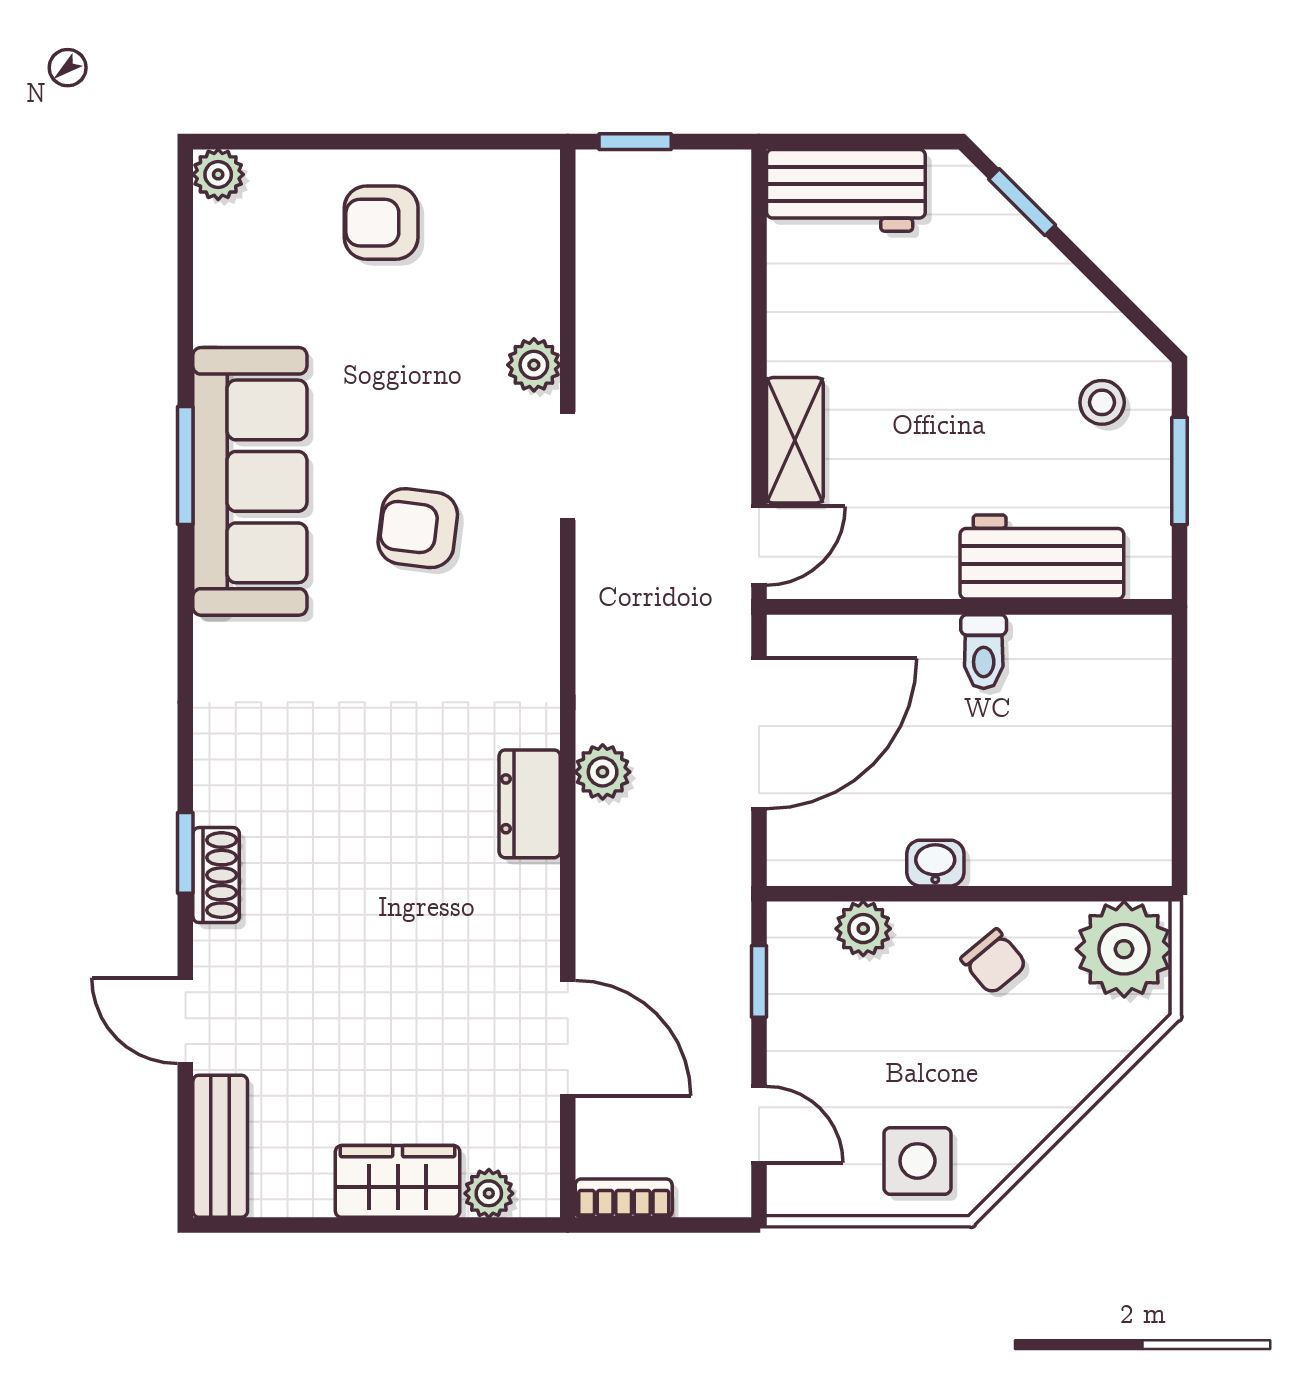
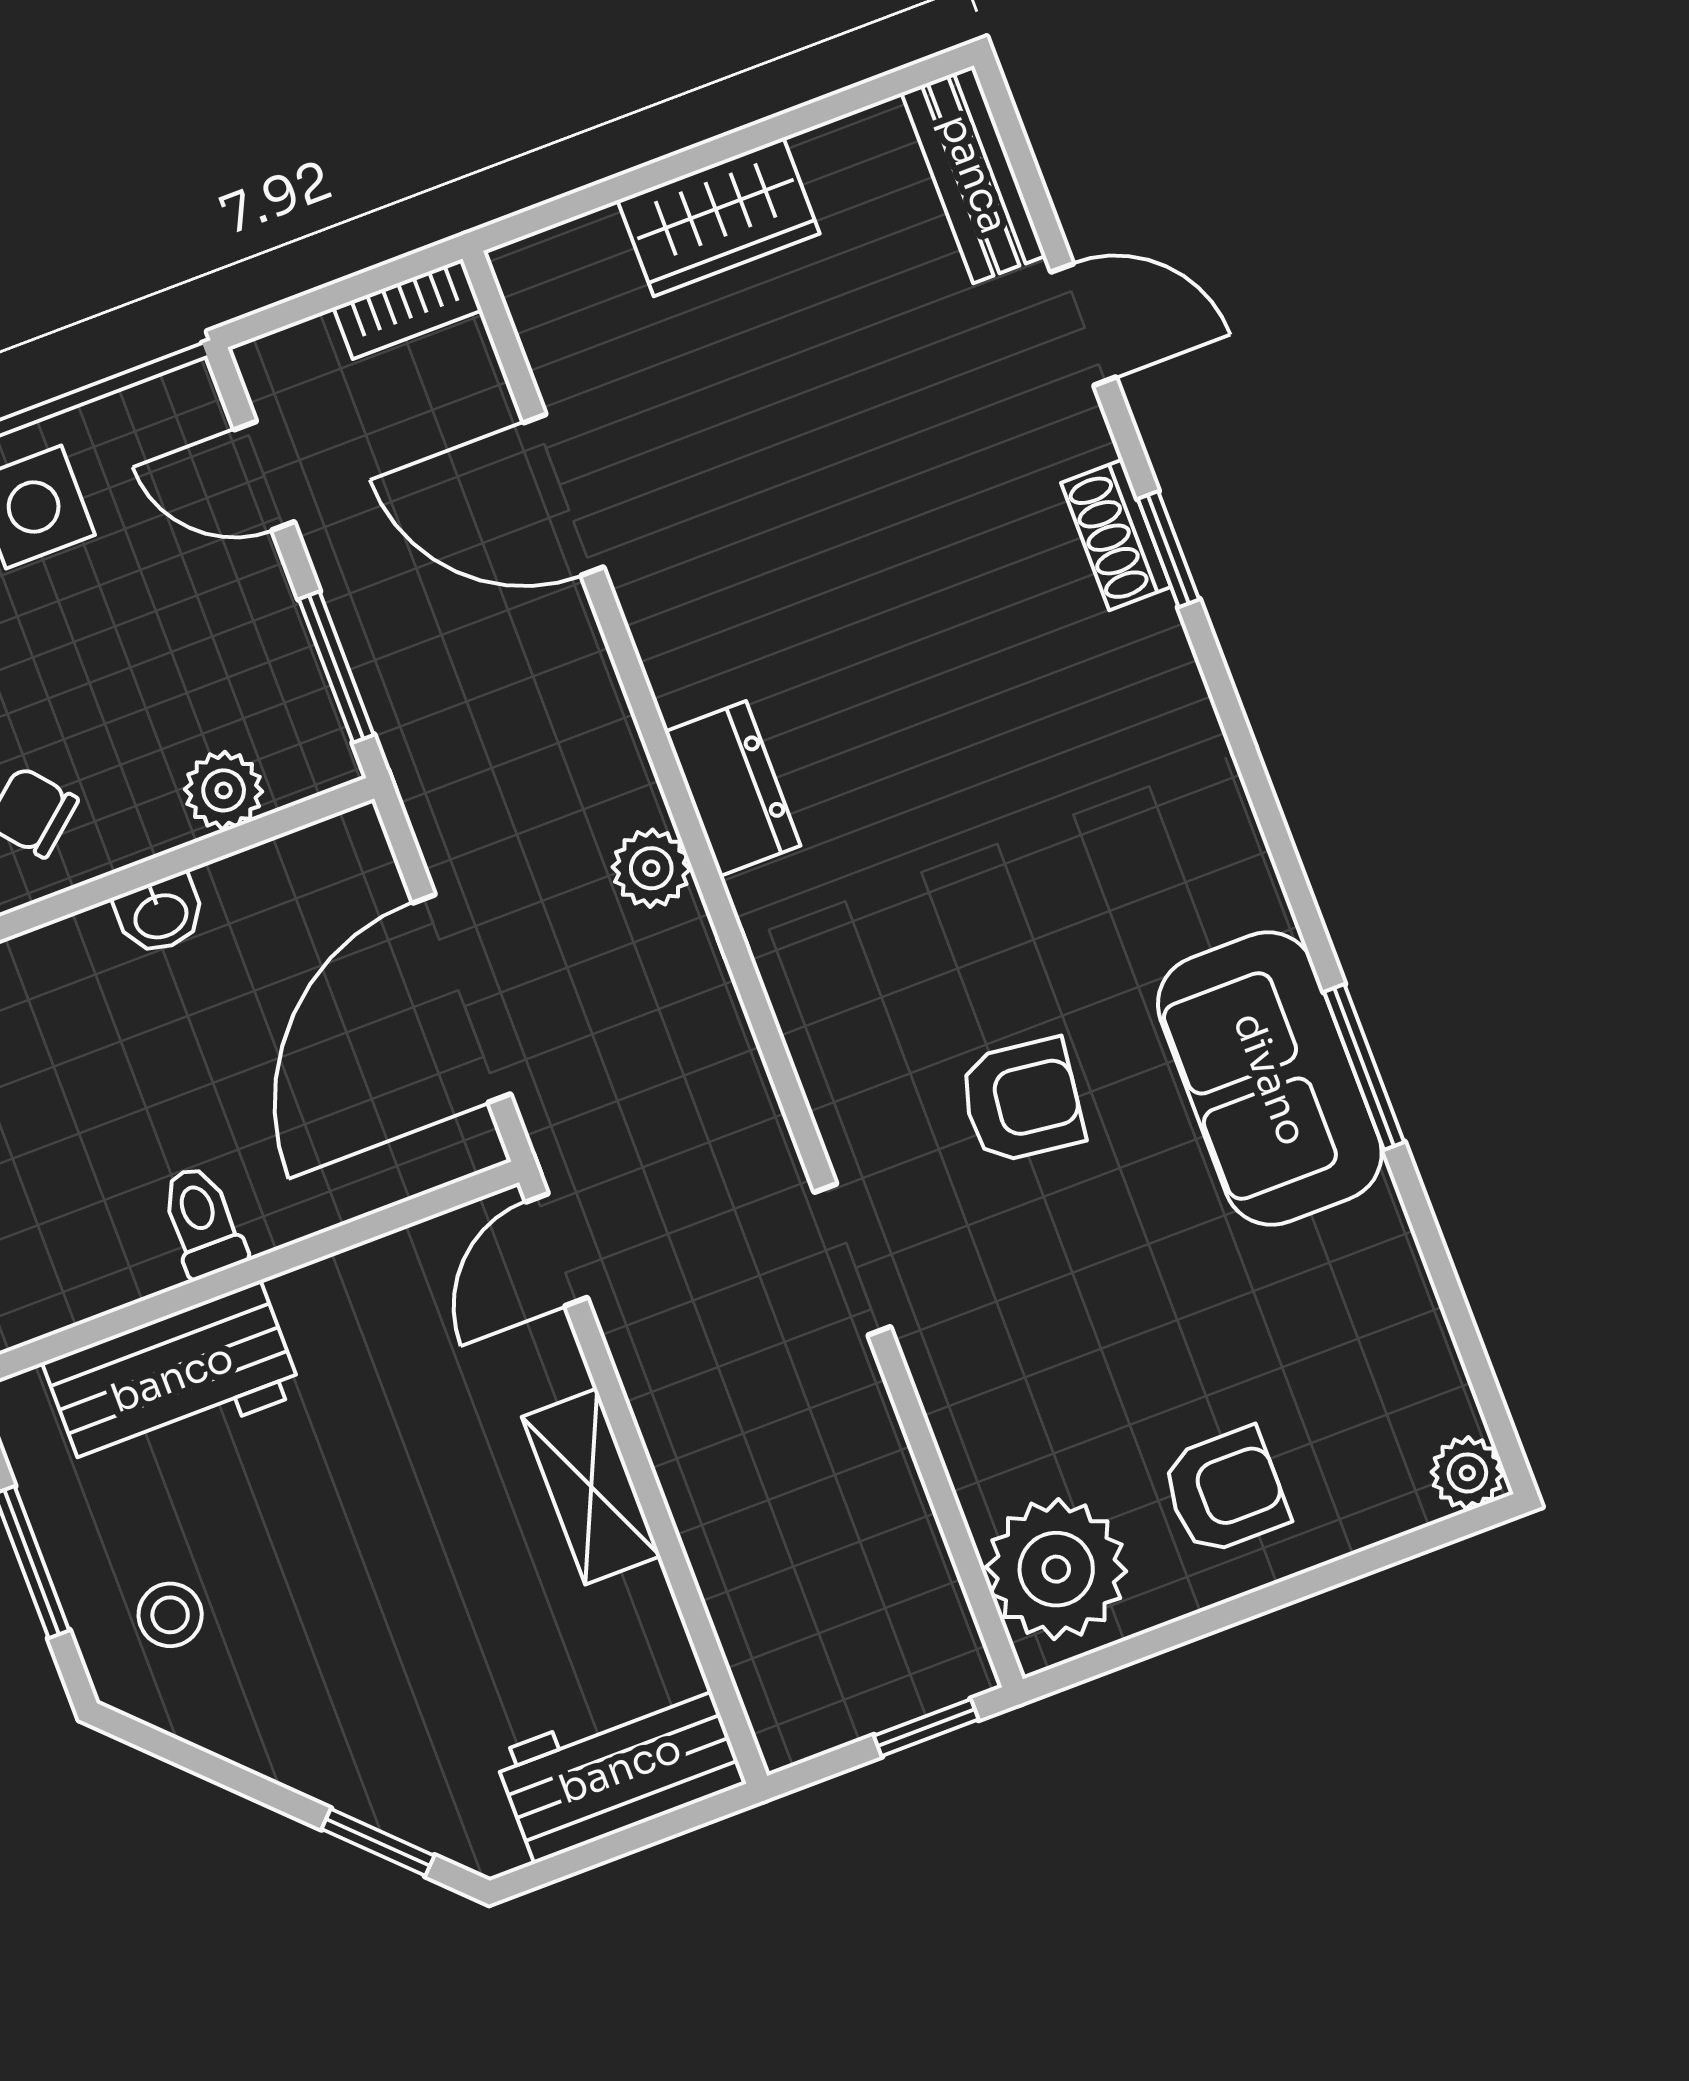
plant: (534, 365) -> (1056, 1569), moved, width x1.87, depth x1.87
shelving: (795, 440) -> (591, 1487), moved
sofa: (250, 481) -> (1270, 1079), width x0.73
window: (759, 981) -> (336, 667), width x1.50
plant: (489, 1193) -> (590, 247), removed

